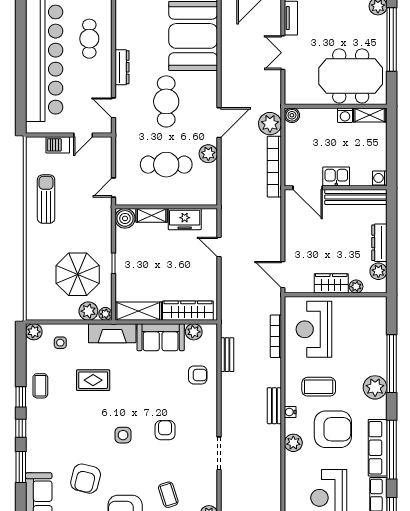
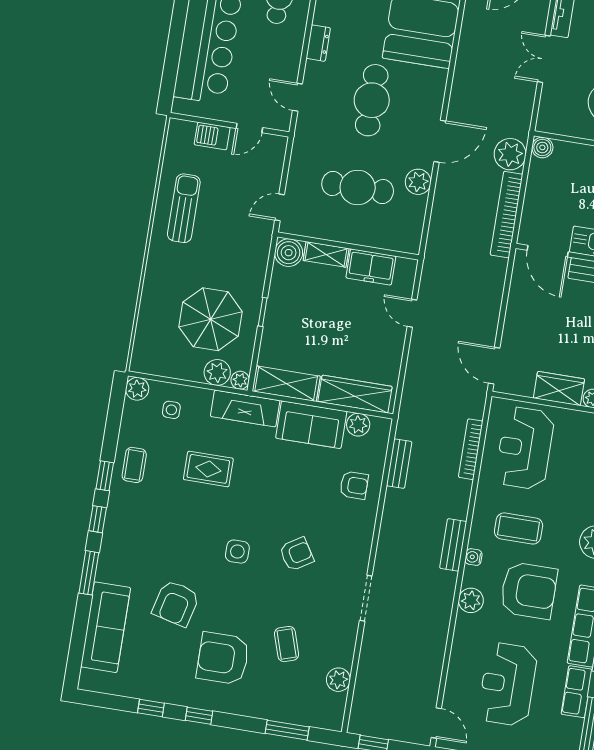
dresser: (122, 67) -> (318, 43), width x0.70
armchair: (165, 430) -> (296, 554), turned 58

